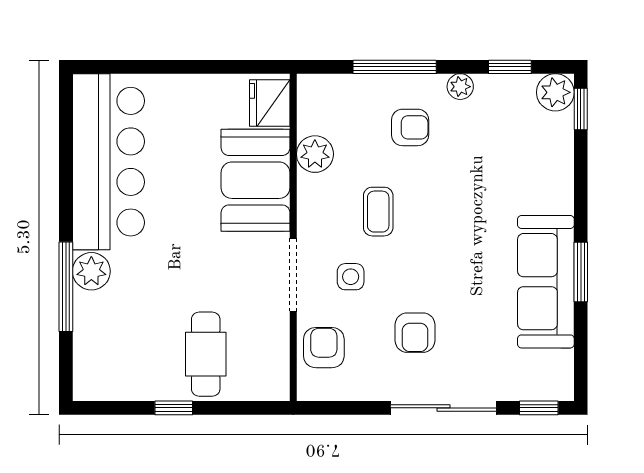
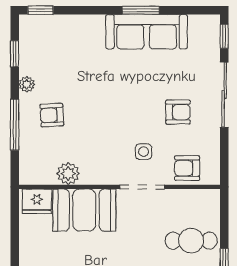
plant: (555, 92) -> (30, 26), removed
armchair: (410, 127) -> (52, 115), turned -93
coffee table: (378, 212) -> (104, 135), removed

